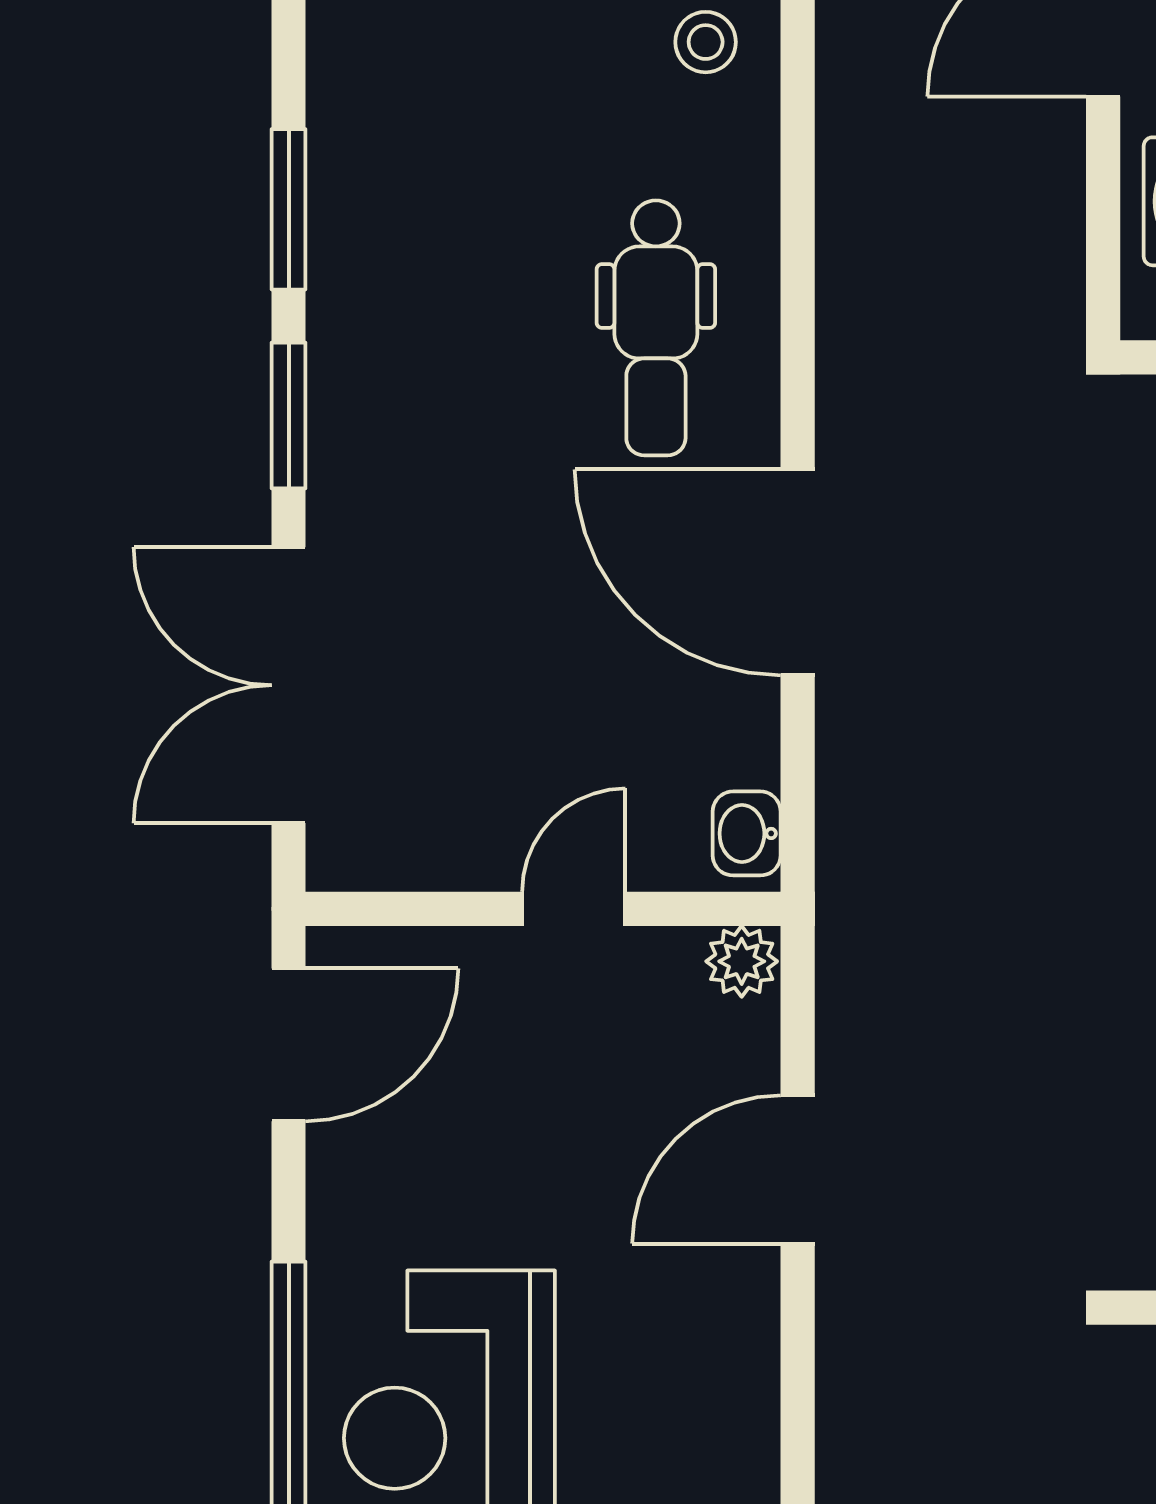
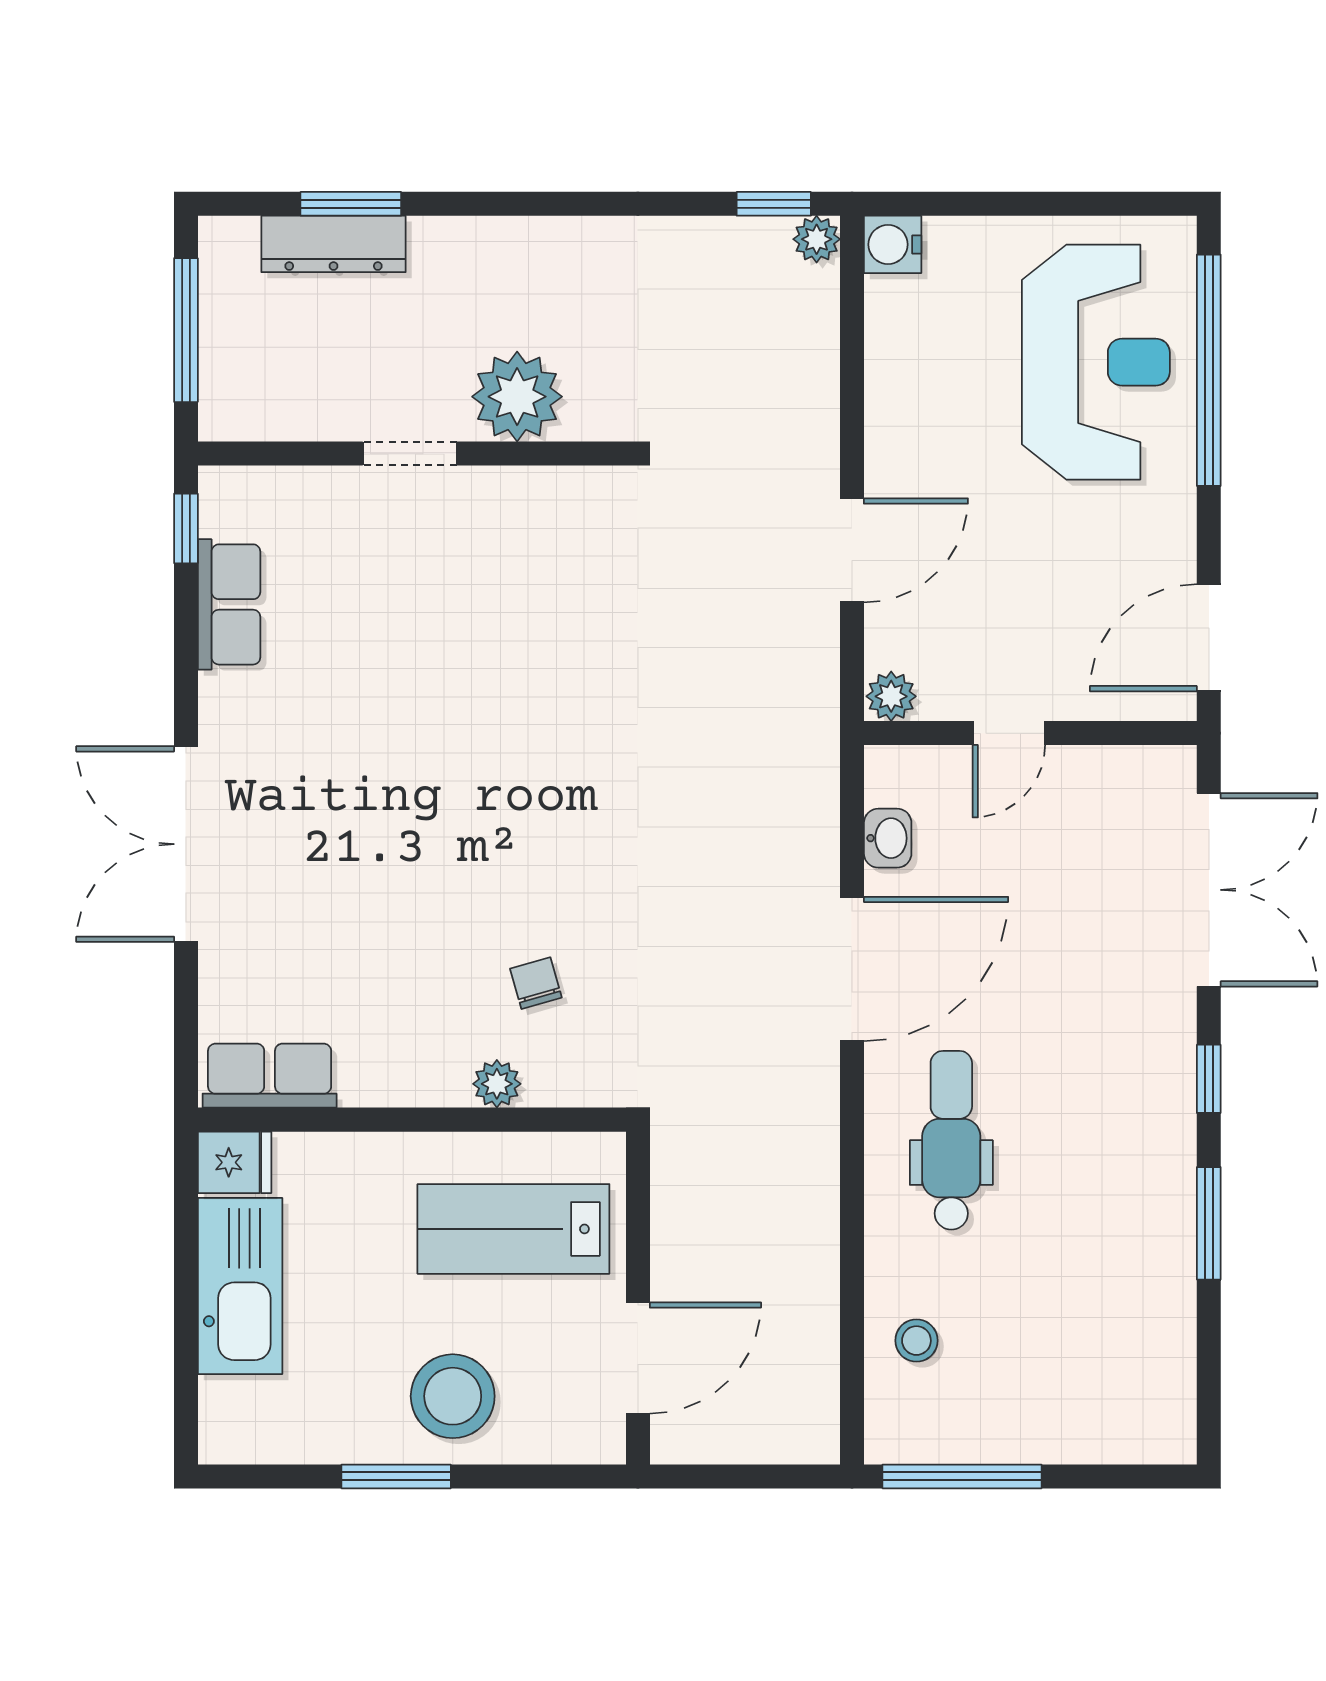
window: (289, 415) -> (1209, 1079), width x0.67
door: (798, 572) -> (852, 969), hinge flipped
washbasin: (747, 833) -> (888, 838), moved

